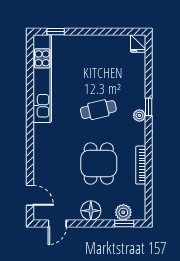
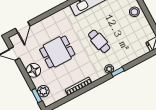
stool: (85, 46) -> (134, 12), added
dining table: (99, 164) -> (57, 52), moved

